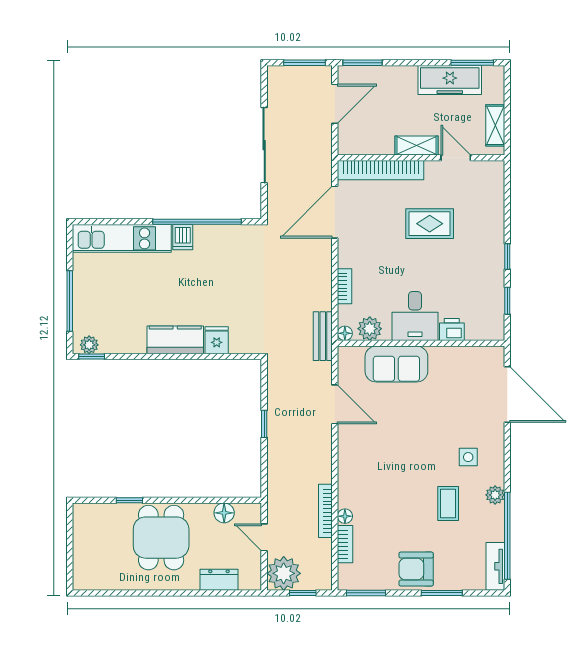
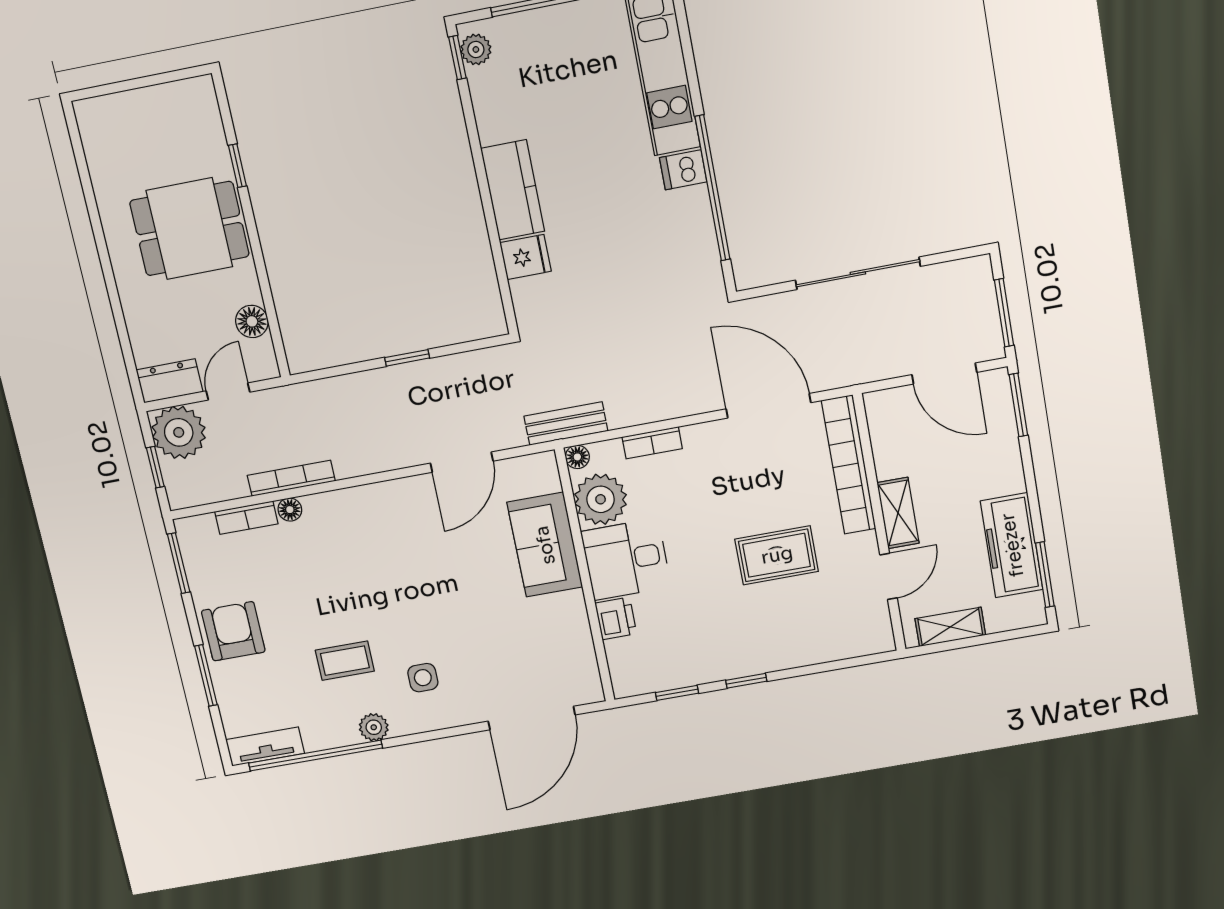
rug: (430, 224) -> (777, 555), turned 90
plant: (370, 329) -> (601, 499), width x1.36, depth x1.36
dresser: (219, 580) -> (170, 381), moved, turned -90

